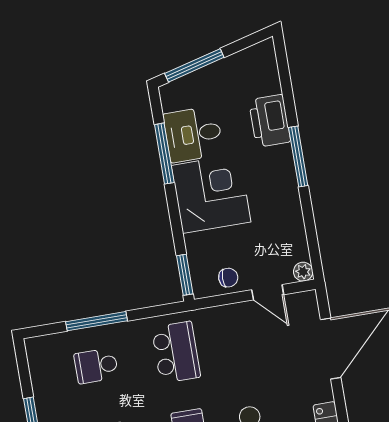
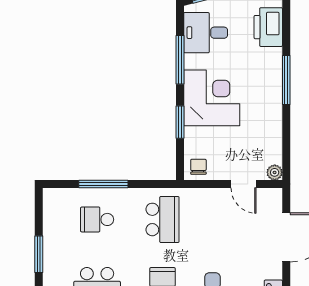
printer: (270, 121) -> (268, 27), moved
desk: (193, 134) -> (206, 33), moved
window: (185, 275) -> (180, 122), moved
chair: (228, 278) -> (198, 167), moved, turned -90

